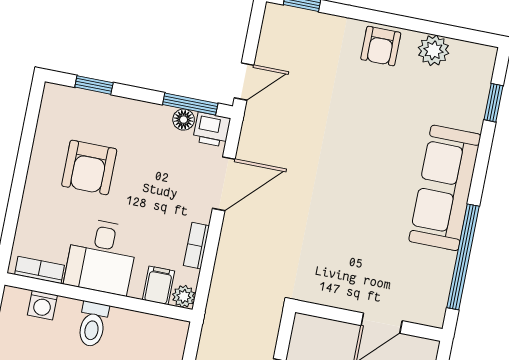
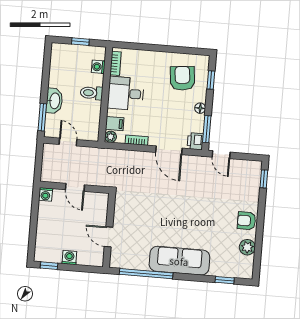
floor lamp: (184, 120) -> (200, 108), moved
armchair: (89, 167) -> (182, 78), moved, turned 84

